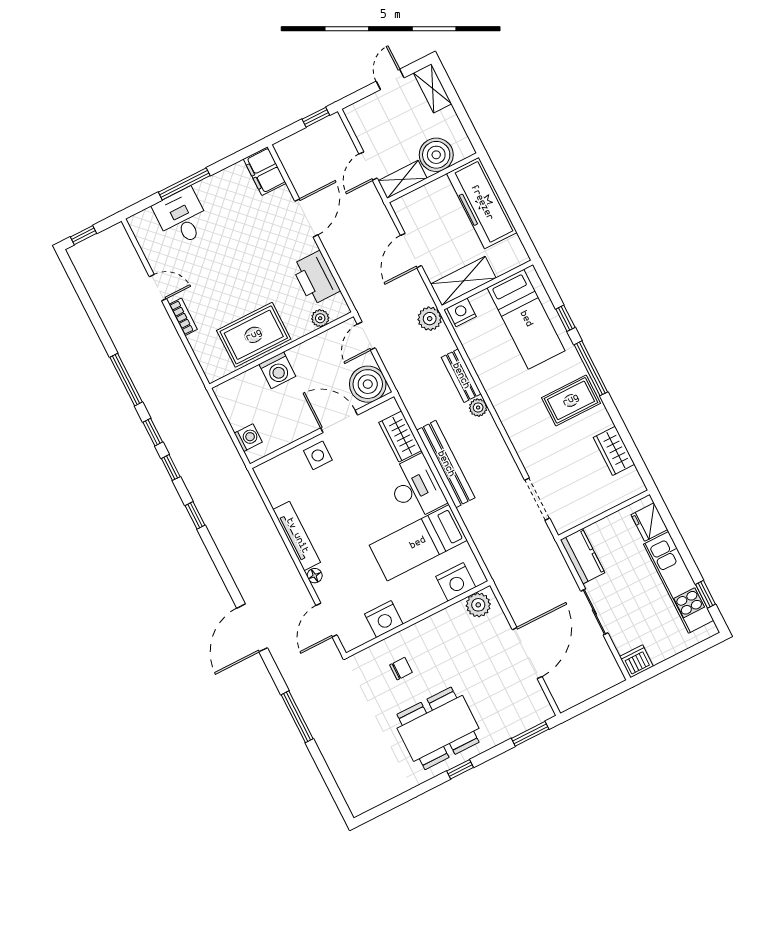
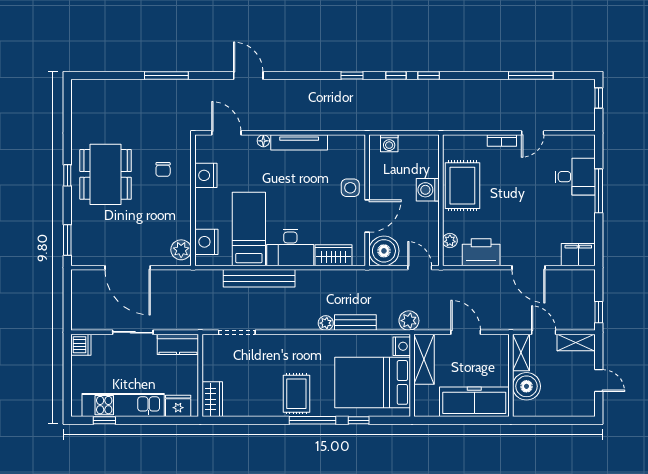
shelving: (432, 88) -> (576, 342), moved
bed: (526, 319) -> (373, 382), width x1.50
window: (126, 380) -> (531, 75), moved
wardrobe: (614, 451) -> (212, 399), moved, turned 90
bench: (446, 464) -> (259, 278), moved
door: (252, 628) -> (248, 75), width x0.73

